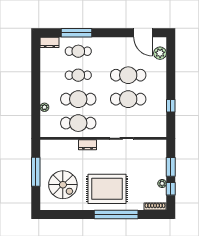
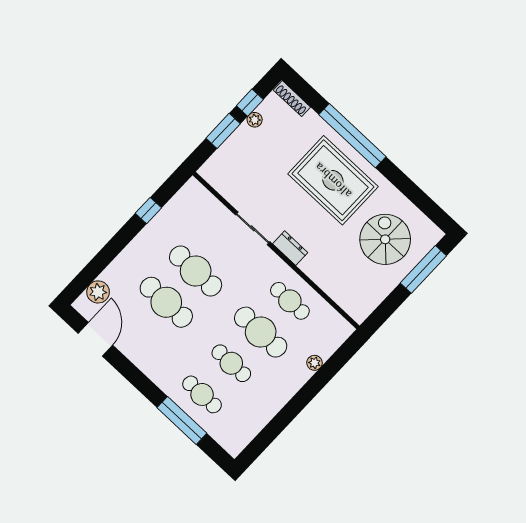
dresser: (49, 42) -> (229, 441), removed
cafe table: (78, 123) -> (290, 301), width x0.73, depth x0.74
dresser: (87, 145) -> (290, 248), moved
window: (36, 172) -> (423, 269), moved

